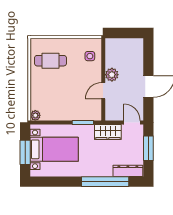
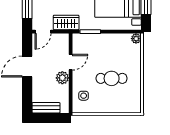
bench: (129, 44) -> (46, 108), added
cafe table: (50, 61) -> (112, 78), moved
door: (132, 123) -> (43, 32), hinge flipped

